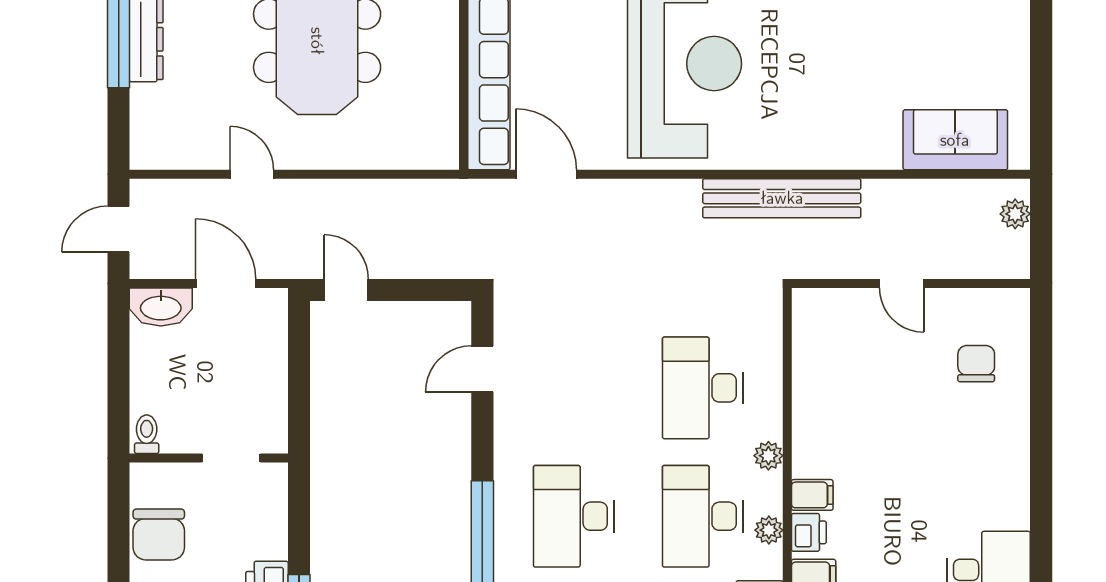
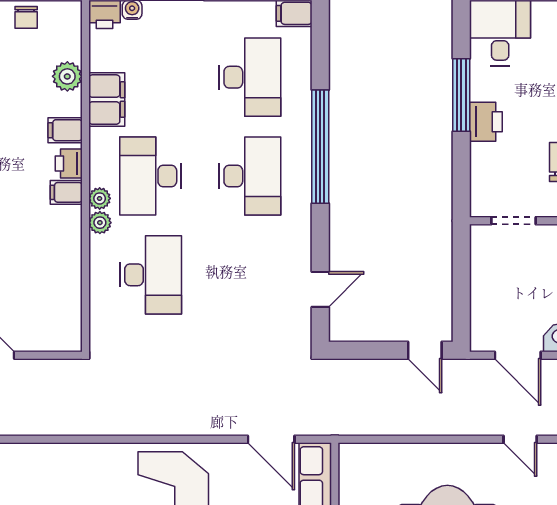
door: (252, 174) -> (520, 439), moved
bench: (782, 198) -> (90, 421), removed
desk: (703, 516) -> (151, 176), turned 180
plant: (769, 530) -> (100, 198), moved

